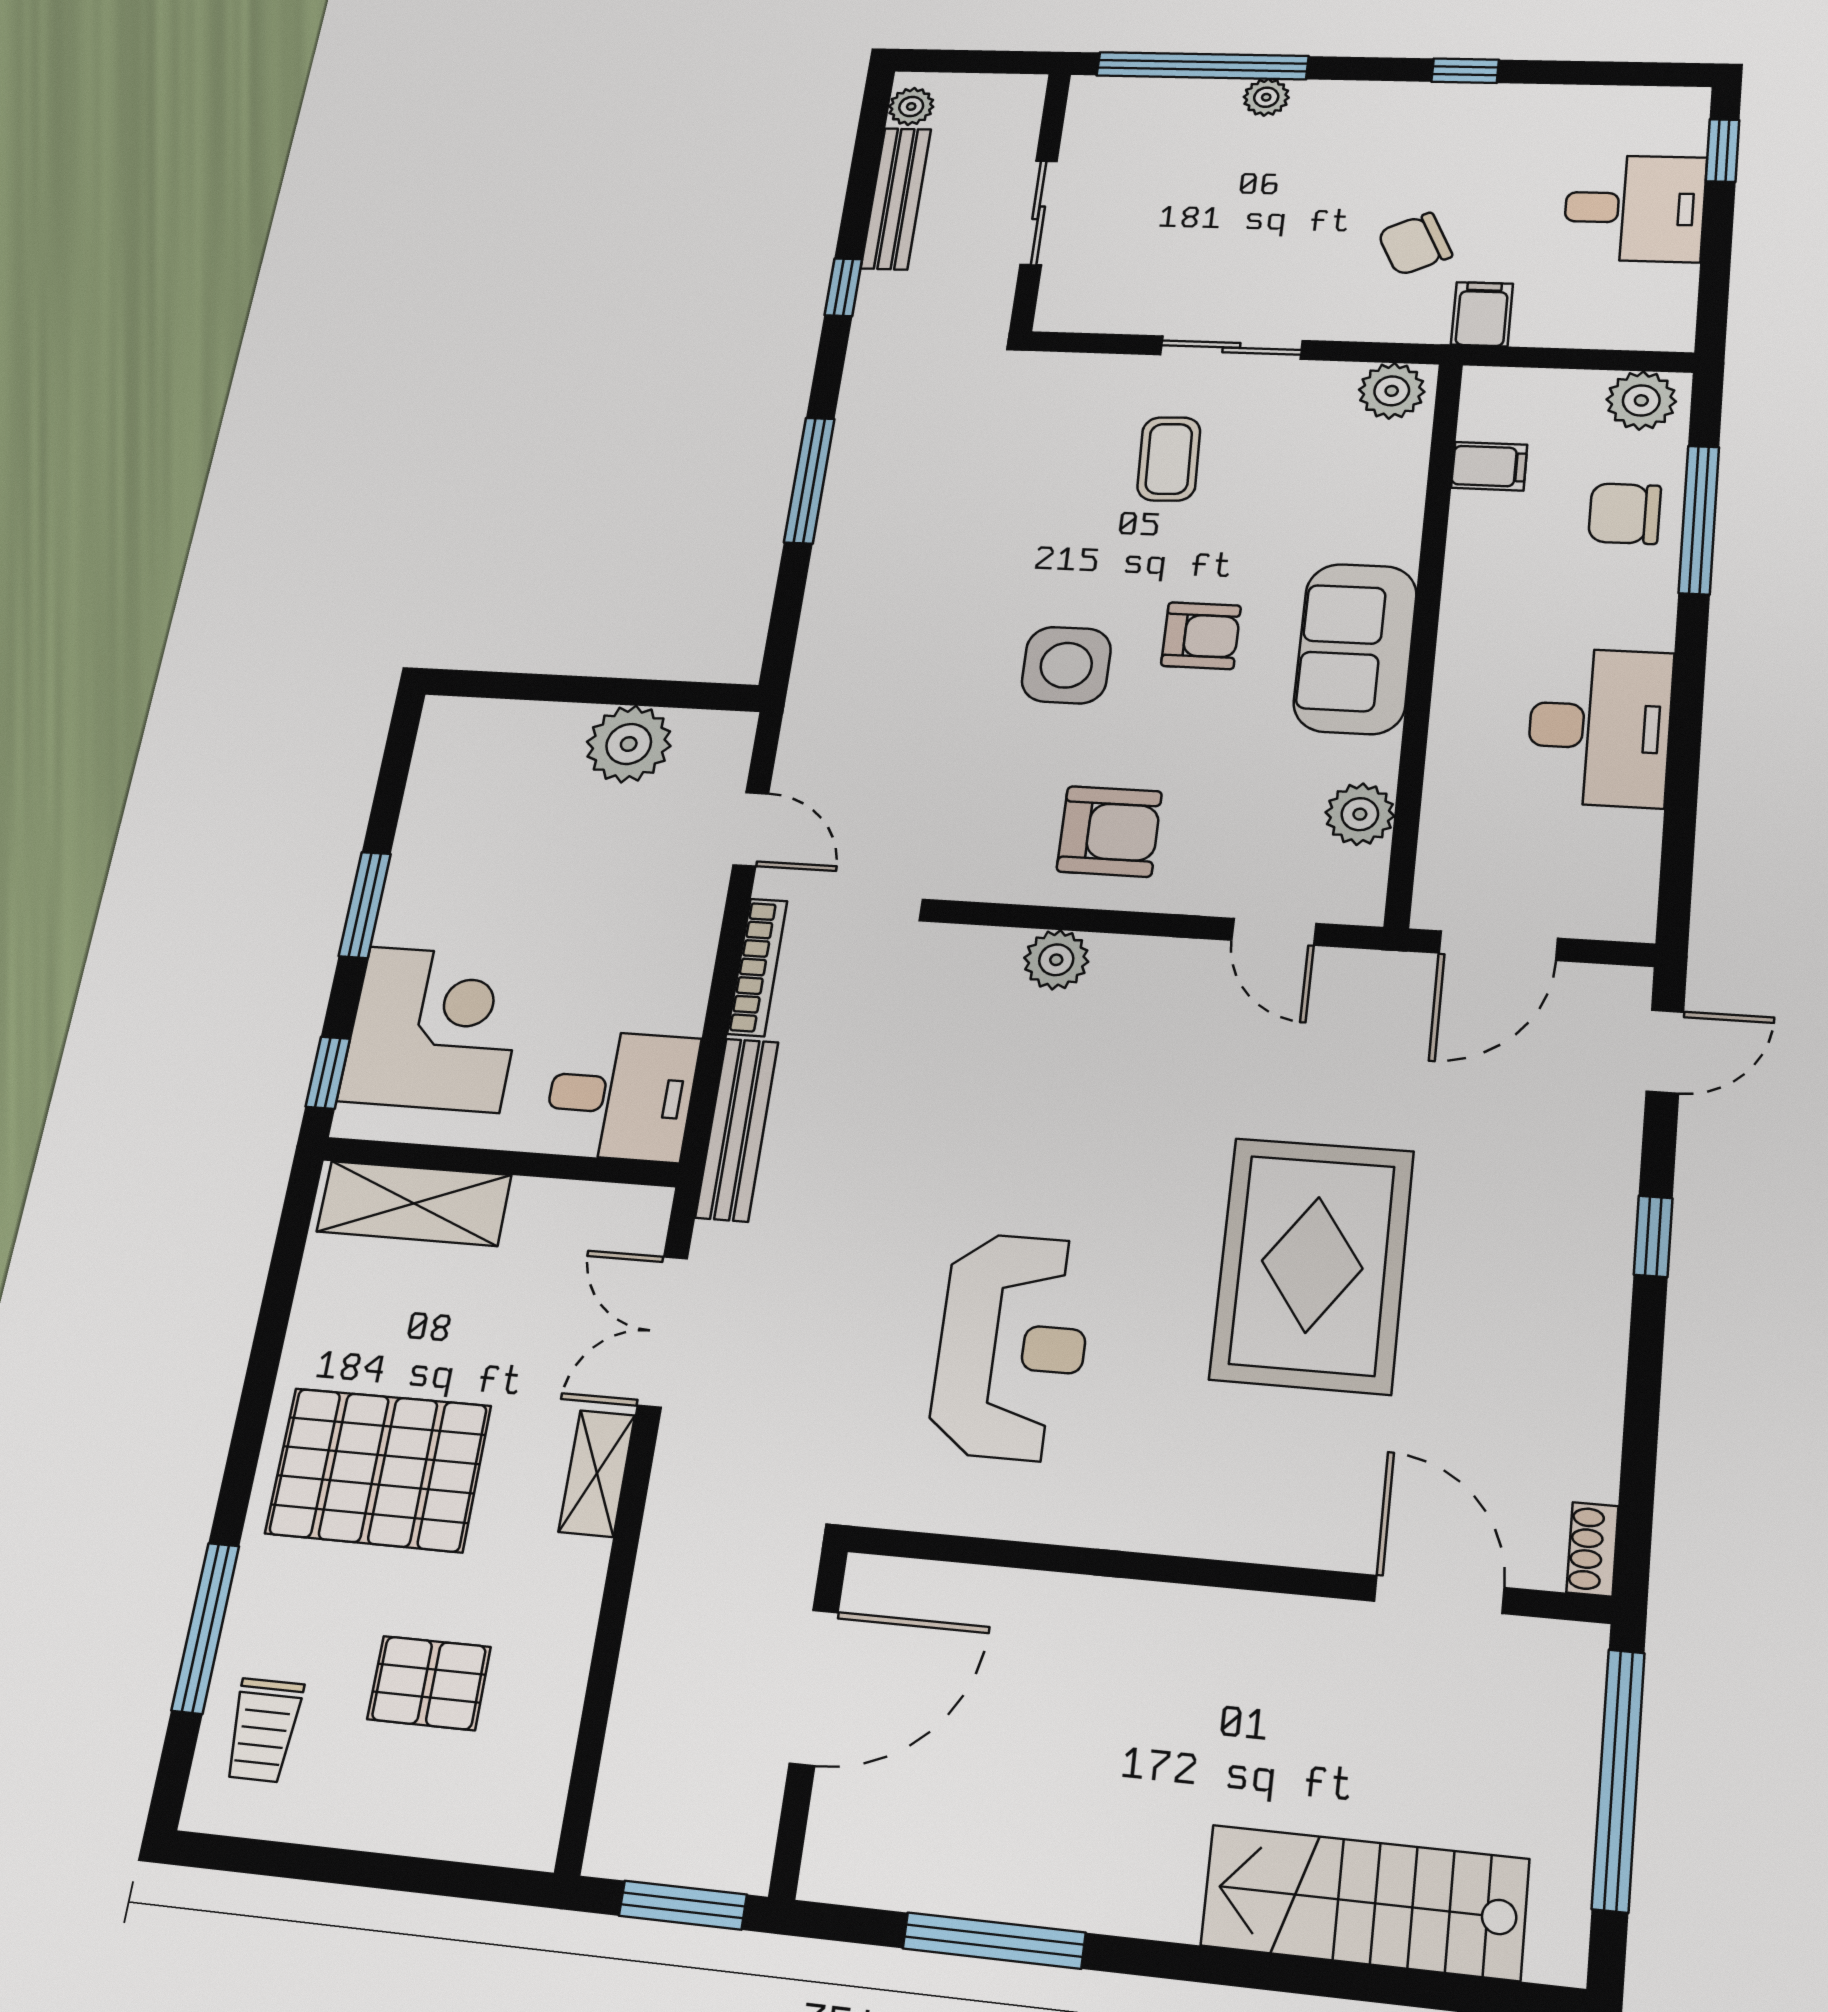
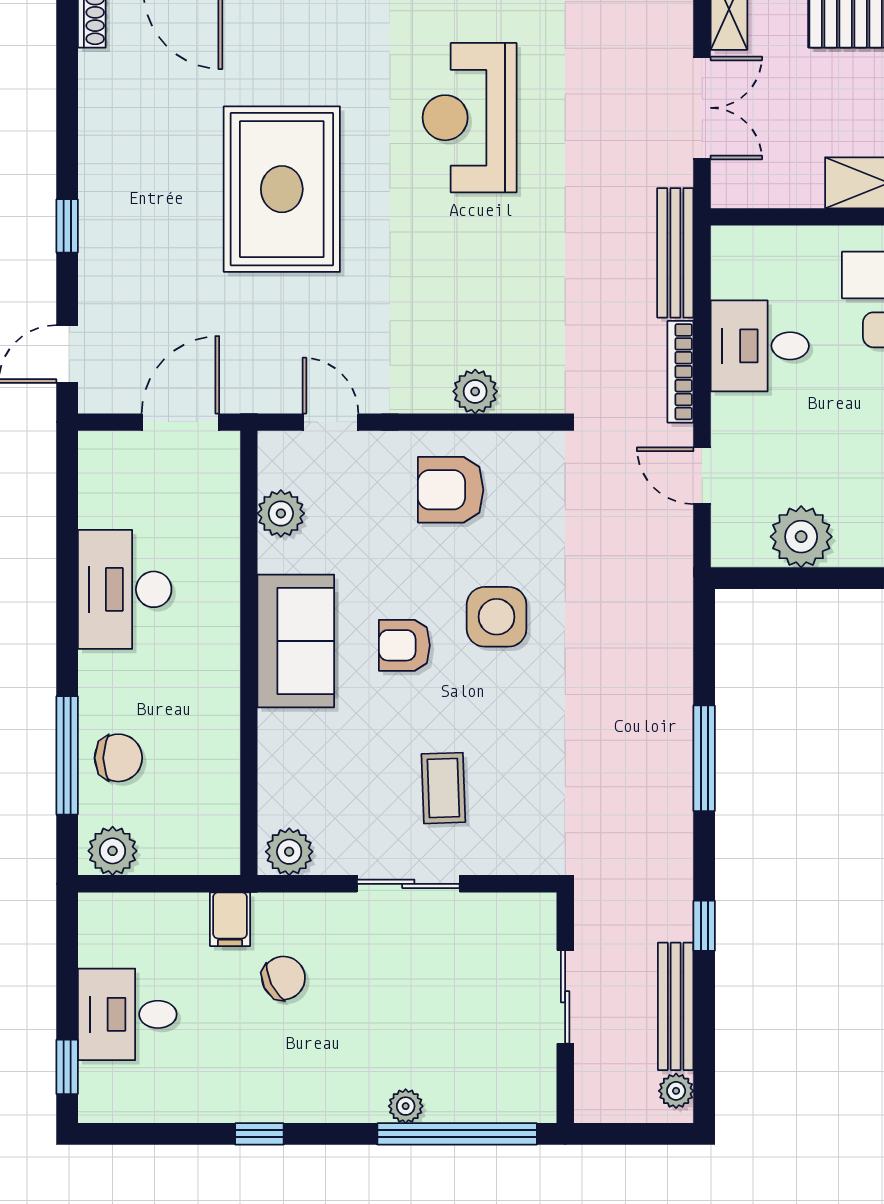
filing cabinet: (1489, 466) -> (215, 792), removed
desk: (621, 1096) -> (760, 346), moved

